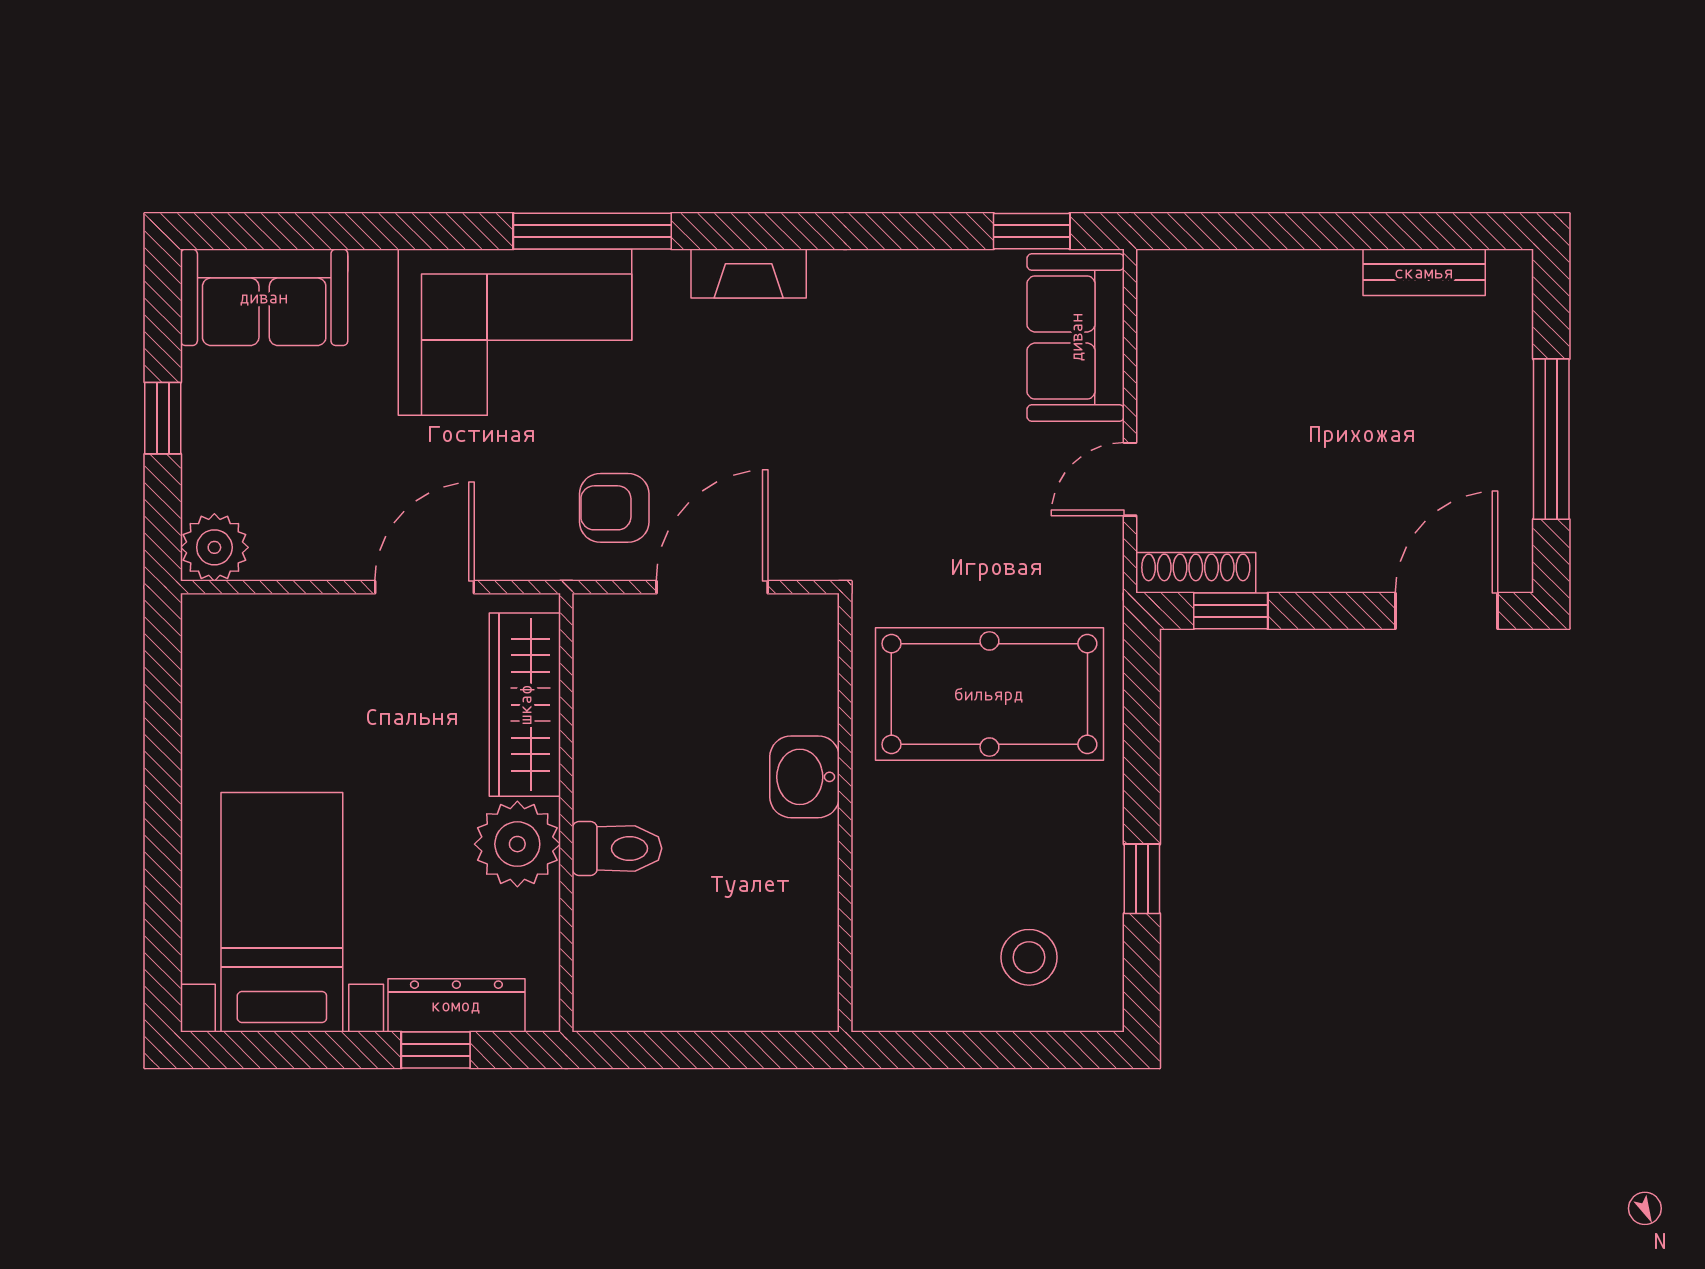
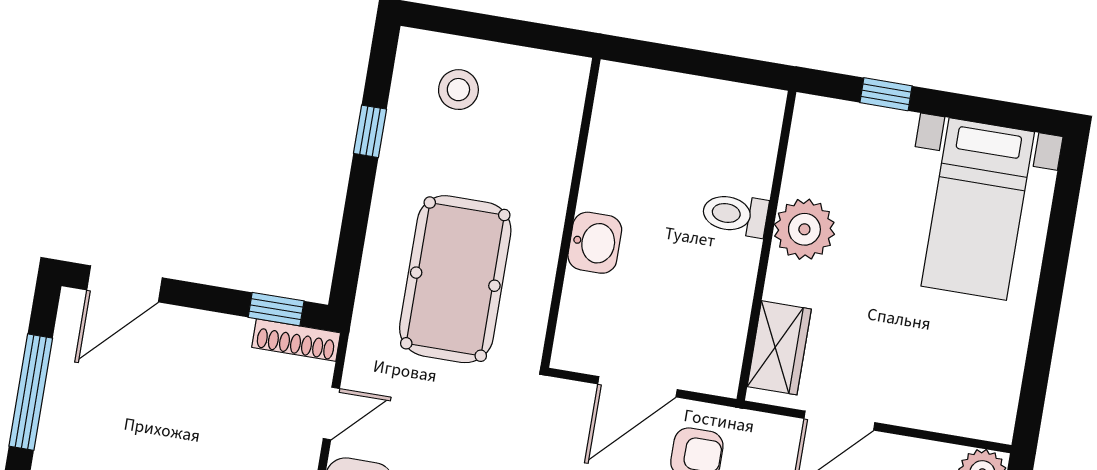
pool table: (989, 694) -> (455, 279), turned 90
wardrobe: (525, 705) -> (779, 348), width x0.67
dresser: (456, 1005) -> (866, 123), removed

